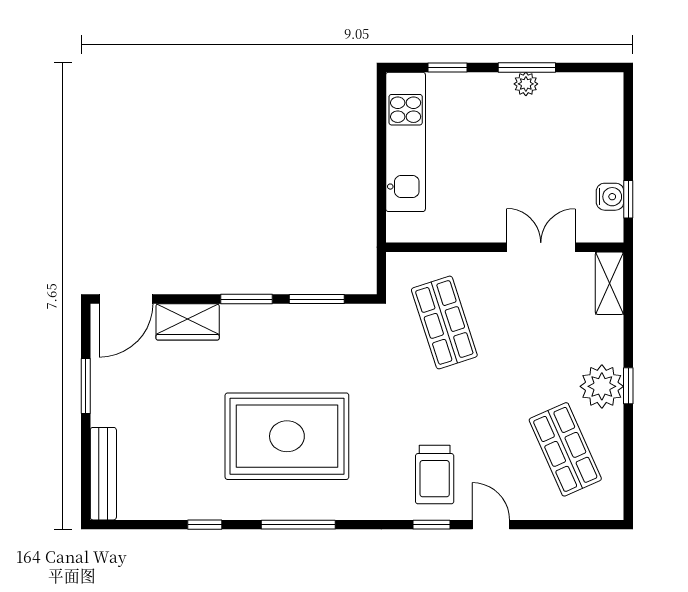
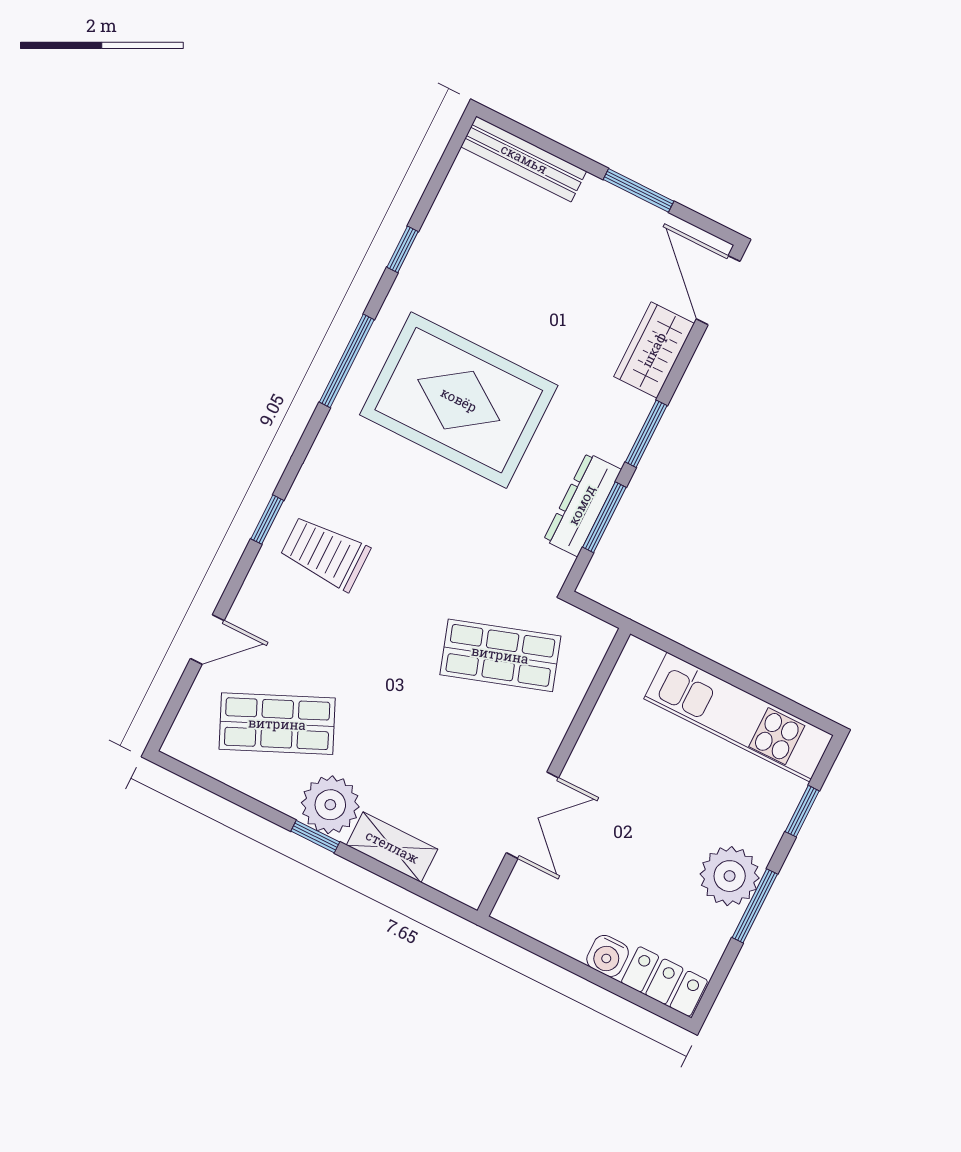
plant: (526, 84) -> (730, 876), width x1.88, depth x1.88
locker: (608, 103) -> (664, 982), added
water cooler: (610, 197) -> (608, 956), moved
window: (628, 199) -> (537, 948), removed
shelving: (610, 283) -> (392, 847), moved
dresser: (316, 318) -> (582, 505), added
rug: (287, 436) -> (459, 400), turned 90
door: (491, 525) -> (207, 640), moved

